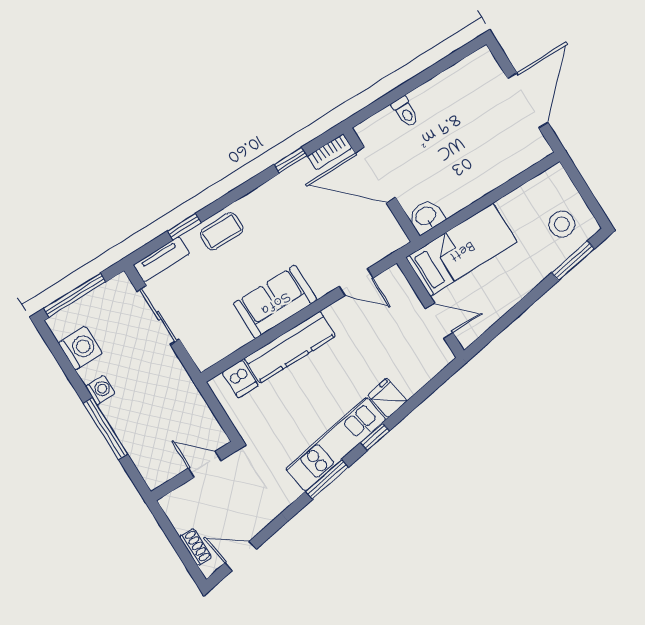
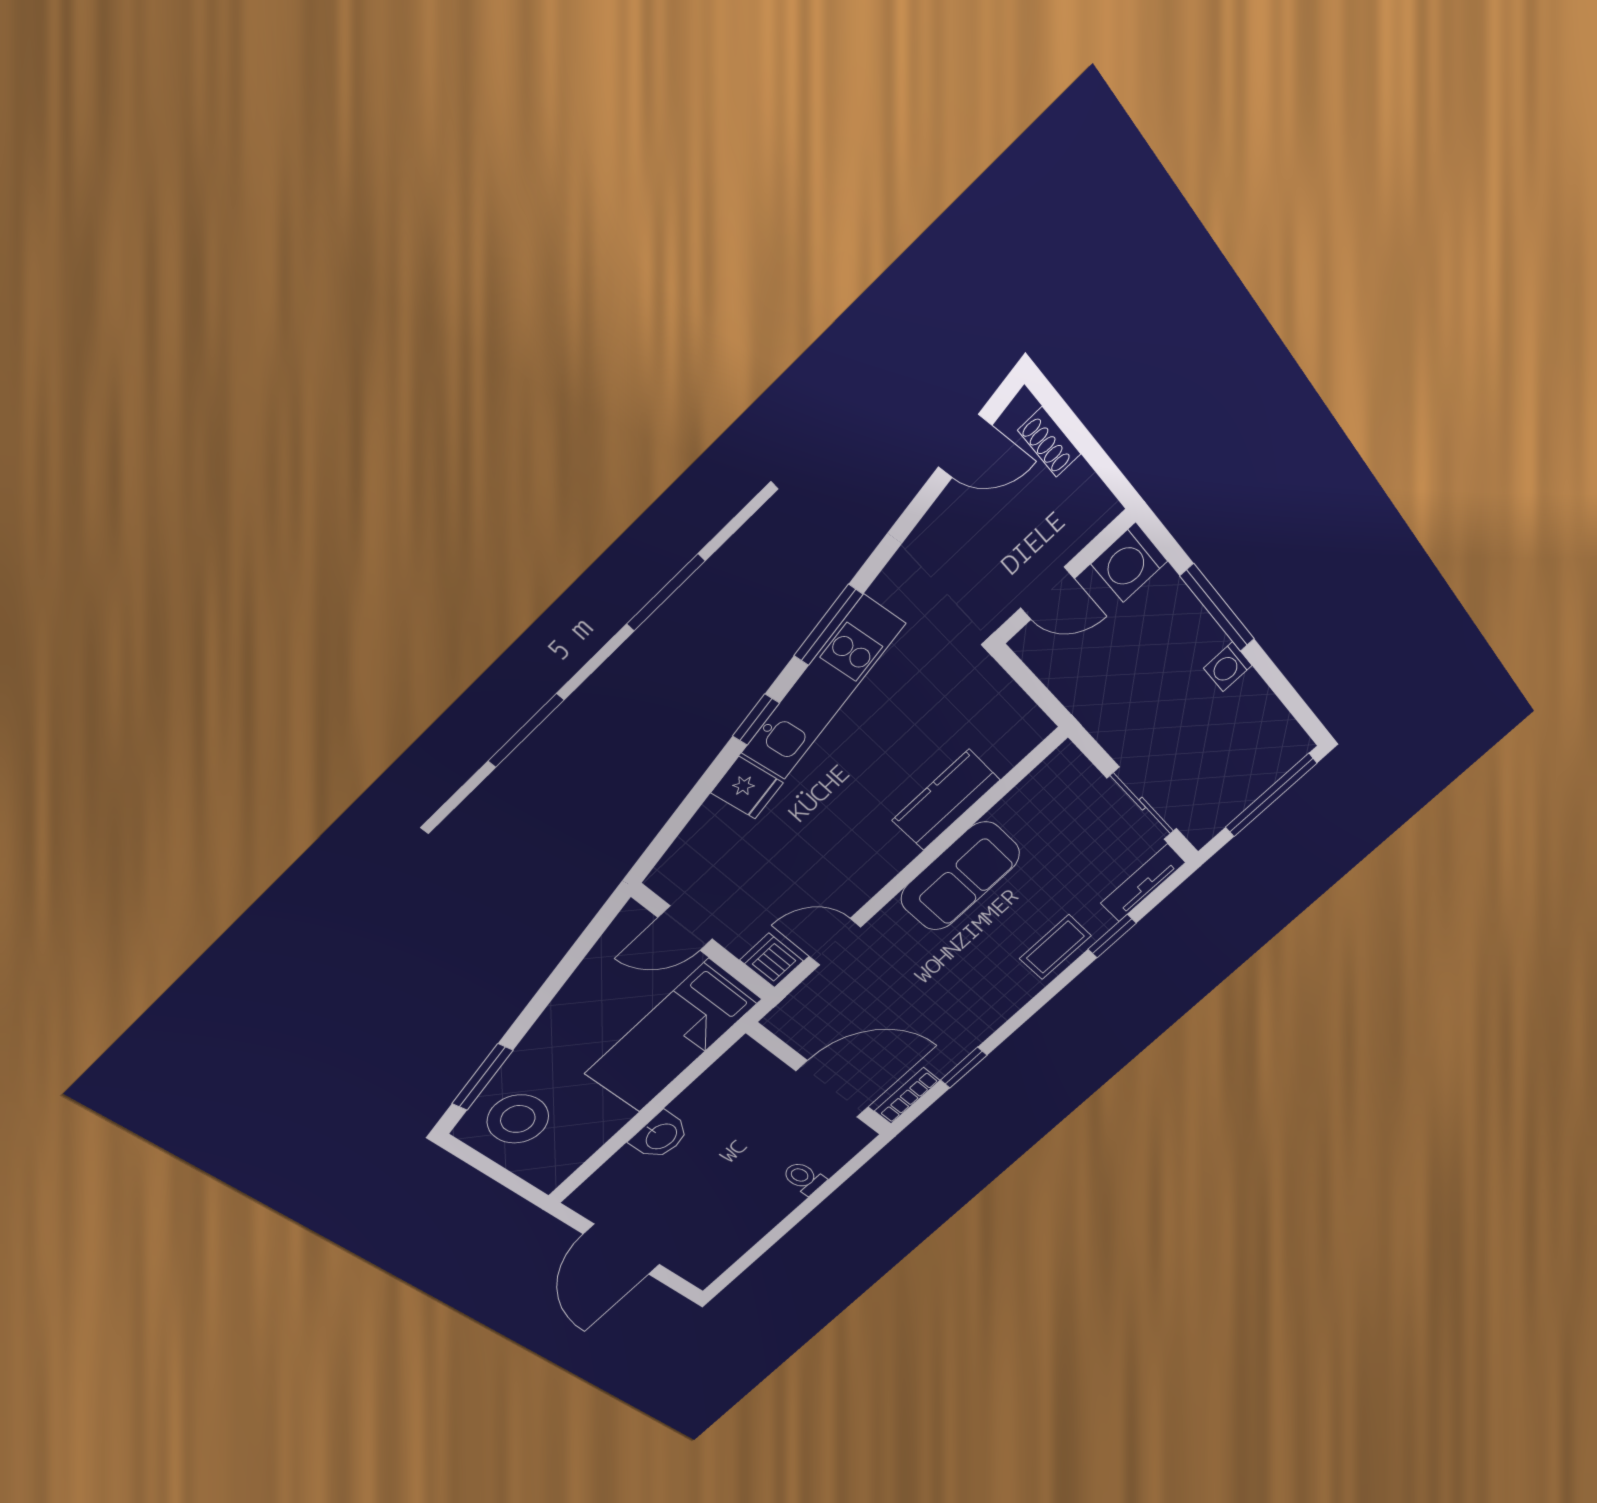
washbasin: (426, 217) -> (660, 1136), moved
stool: (562, 224) -> (518, 1119), width x1.38, depth x1.38
kitchen counter: (290, 347) -> (946, 800), width x0.67
washing machine: (80, 348) -> (1129, 563), moved
dishwasher: (240, 379) -> (772, 960), moved

